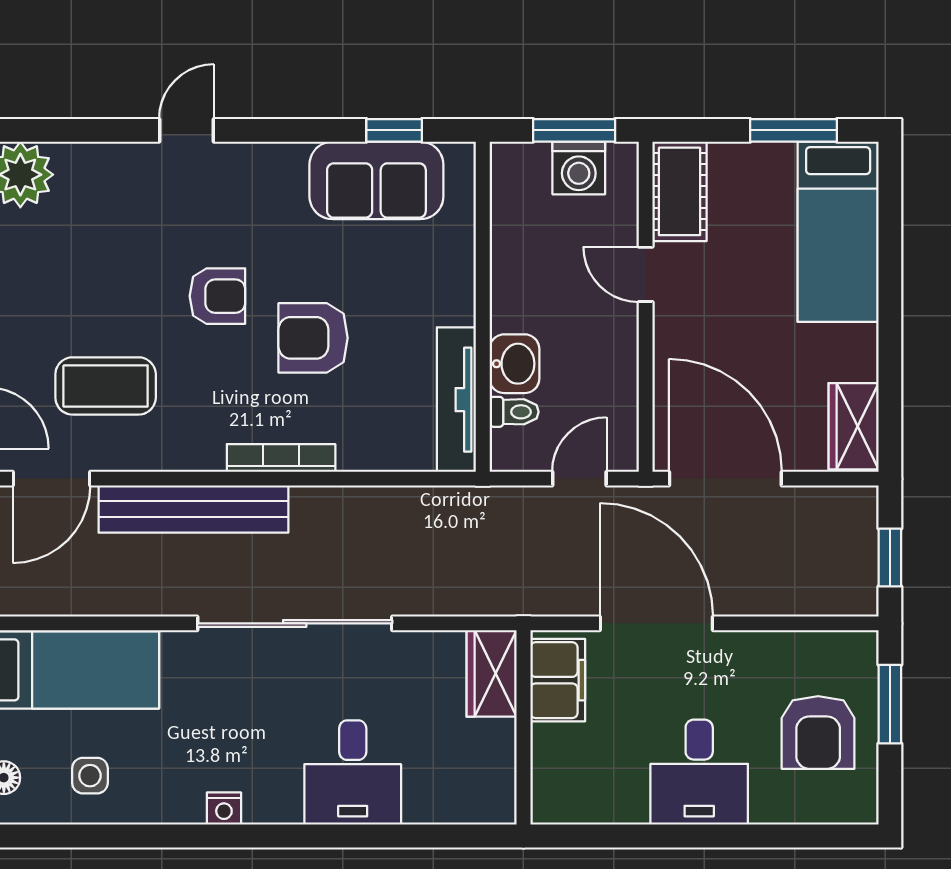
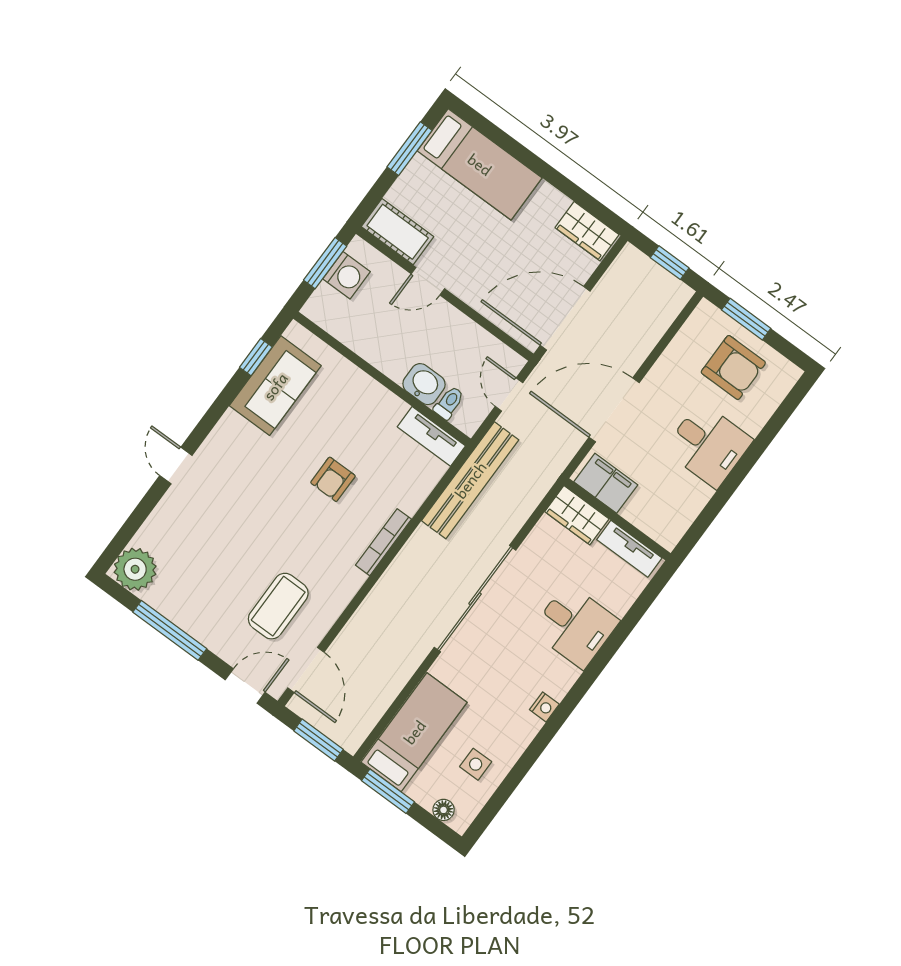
armchair: (217, 296) -> (274, 513), removed
armchair: (313, 338) -> (333, 479), width x0.72, depth x0.72
tv unit: (456, 400) -> (431, 436), width x0.71
bench: (193, 509) -> (470, 480), moved
tv unit: (498, 769) -> (629, 549), added

